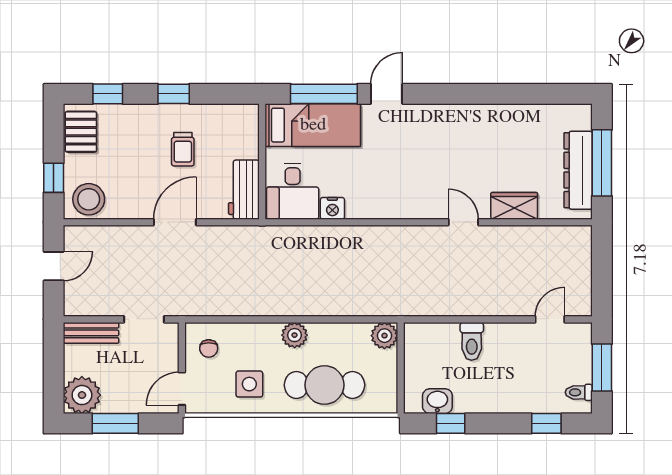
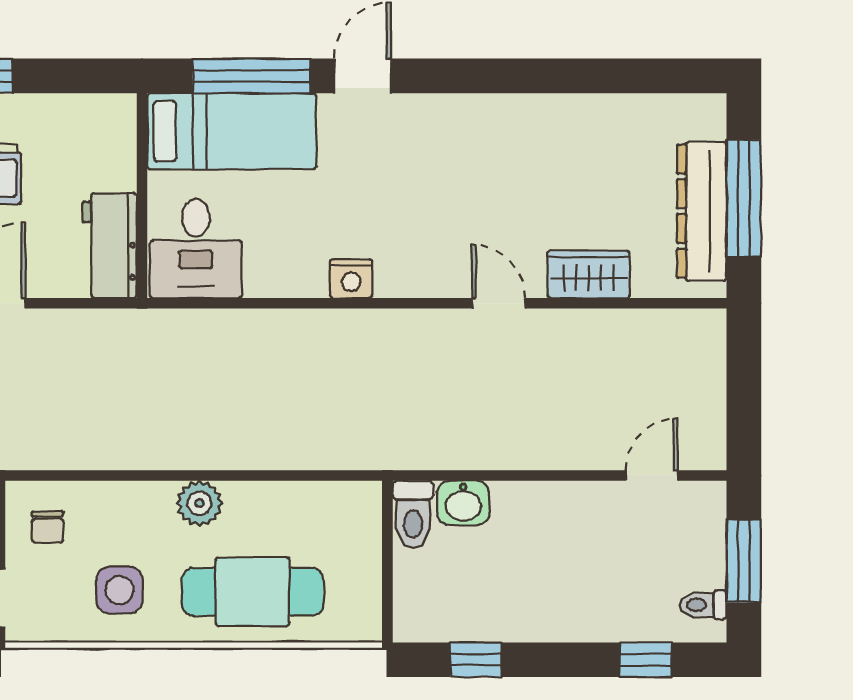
nightstand: (332, 208) -> (351, 279), moved
plant: (384, 336) -> (359, 504), removed
toilet: (472, 341) -> (413, 514), moved
washbasin: (437, 401) -> (463, 503), moved, turned 180

